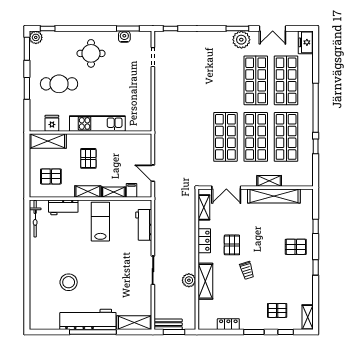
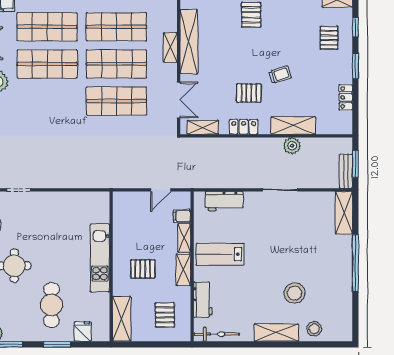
fridge: (52, 123) -> (83, 331), moved, turned 90
shelving: (36, 267) -> (276, 333), added
stool: (39, 298) -> (314, 329), added
workbench: (88, 319) -> (340, 269), removed

